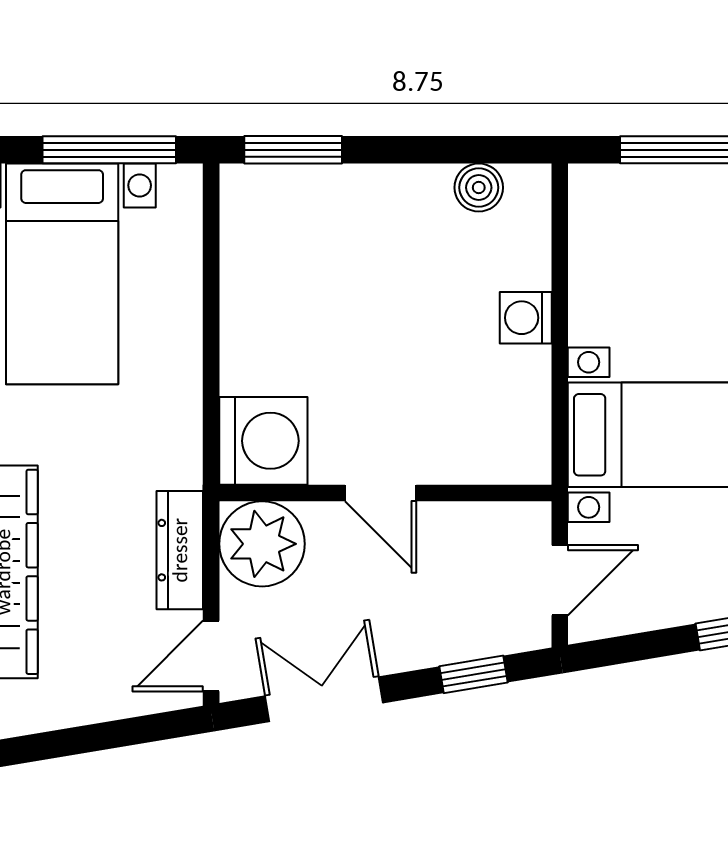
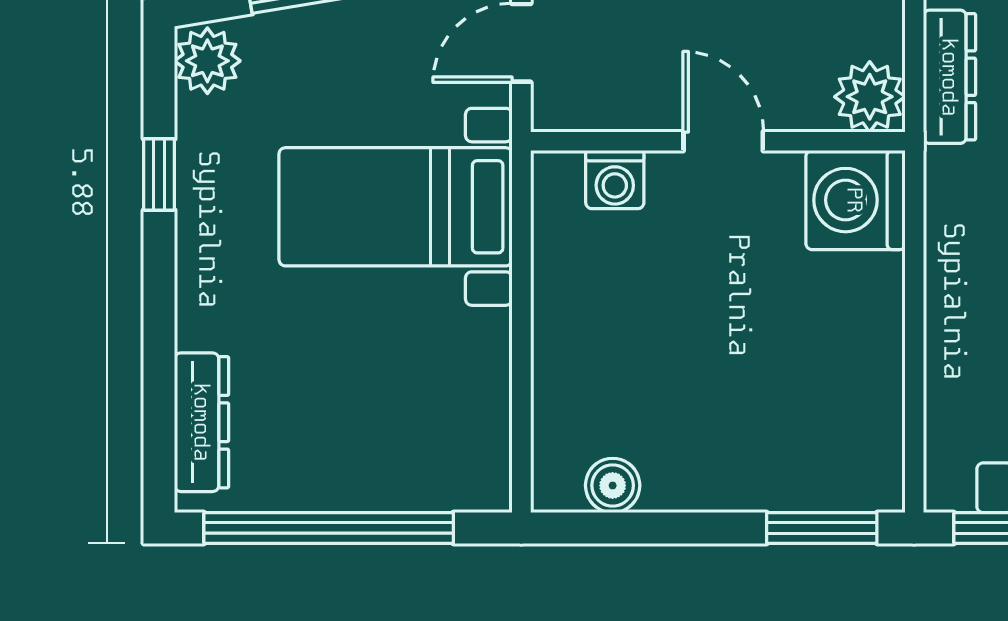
washing machine: (526, 318) -> (615, 180), moved, turned 90
plant: (262, 544) -> (870, 97), width x0.73, depth x0.73

